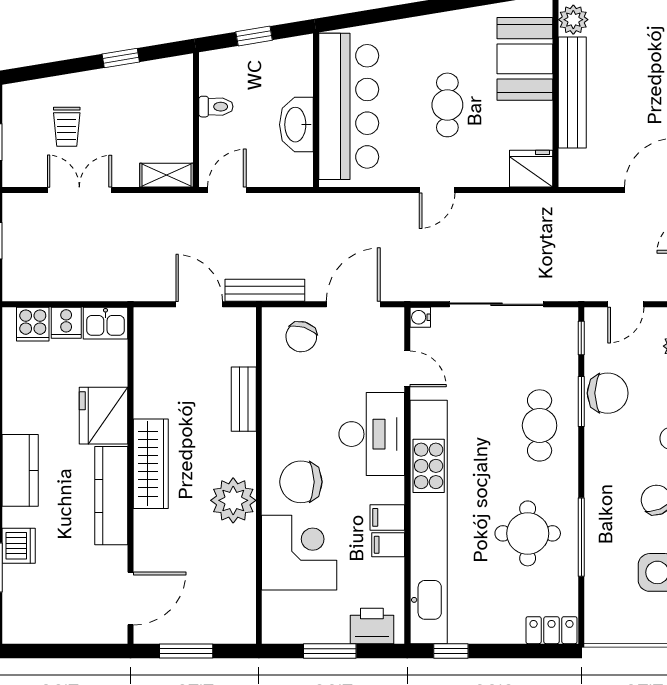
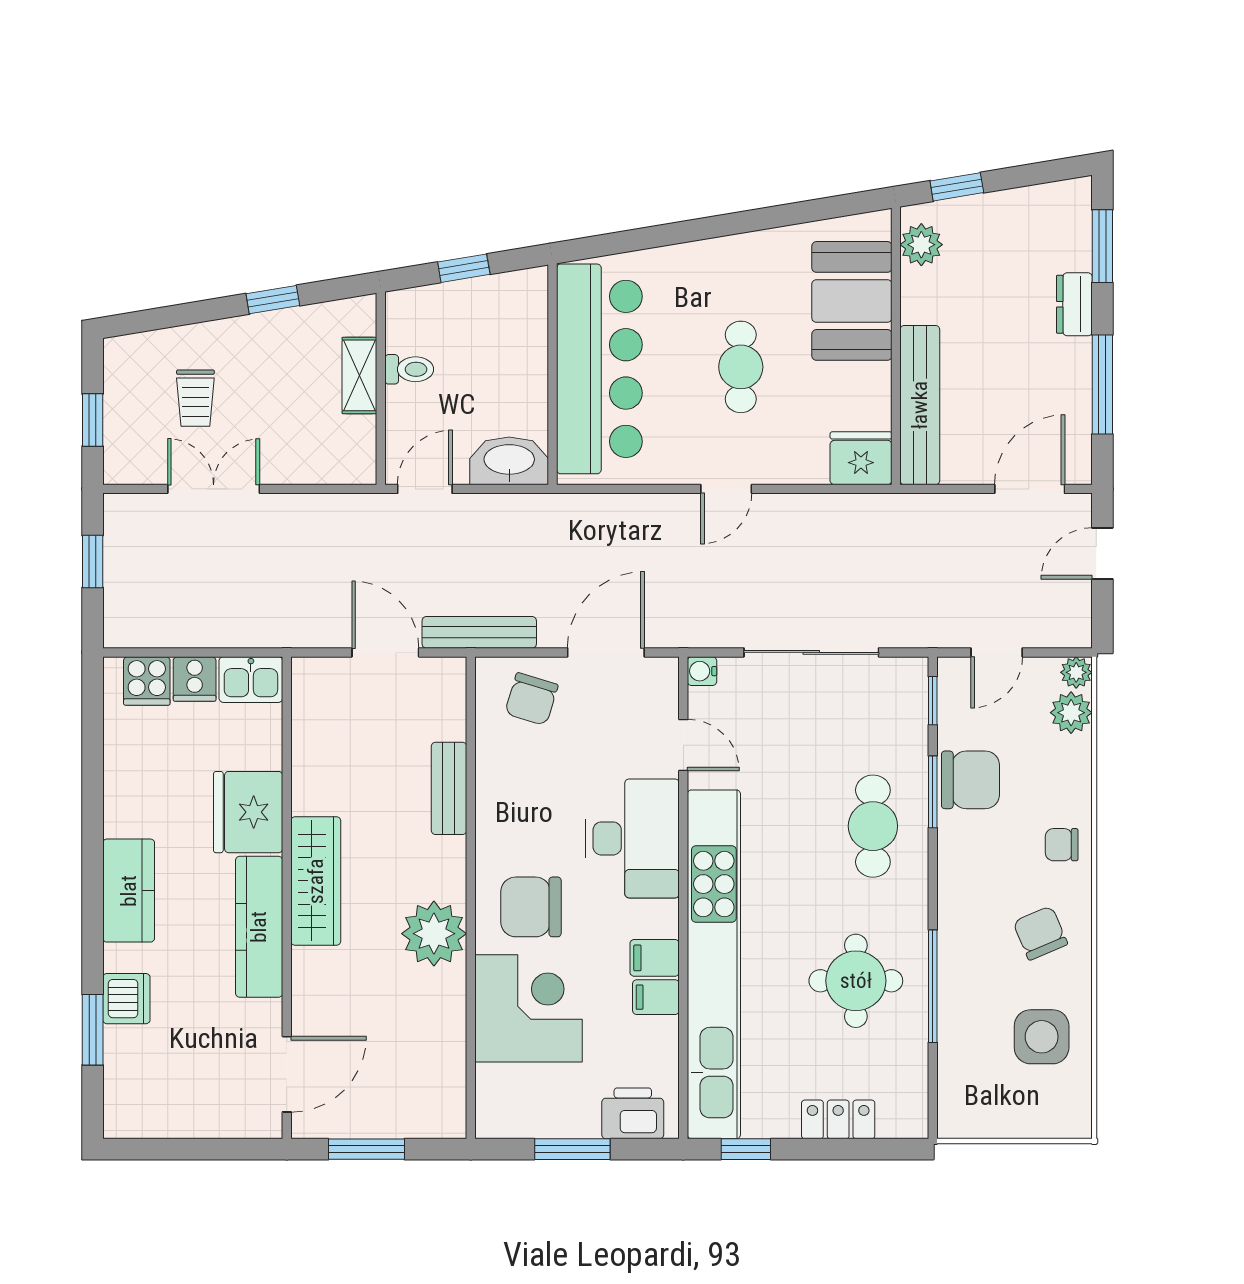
bench: (572, 92) -> (920, 405), moved
washbasin: (296, 125) -> (509, 461), moved, turned 90
shelving: (167, 175) -> (359, 375), moved, turned 90
locker: (552, 630) -> (838, 1119), moved

